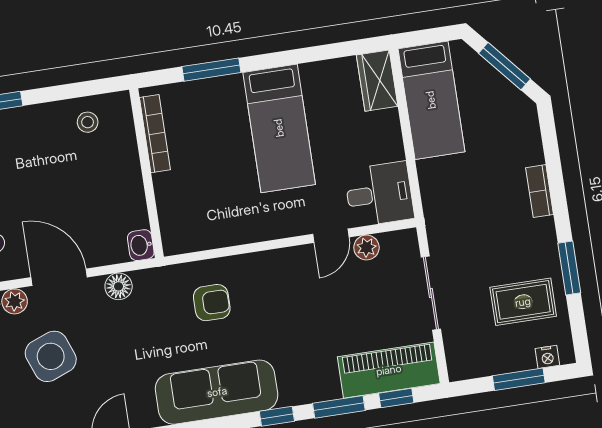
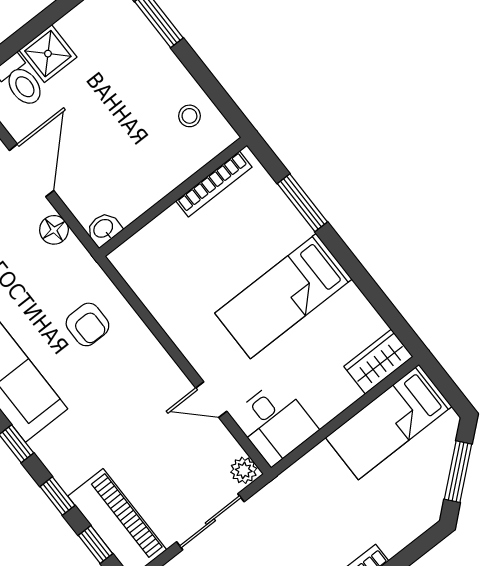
plant: (366, 247) -> (244, 470), moved
window: (339, 407) -> (57, 496), width x0.67

